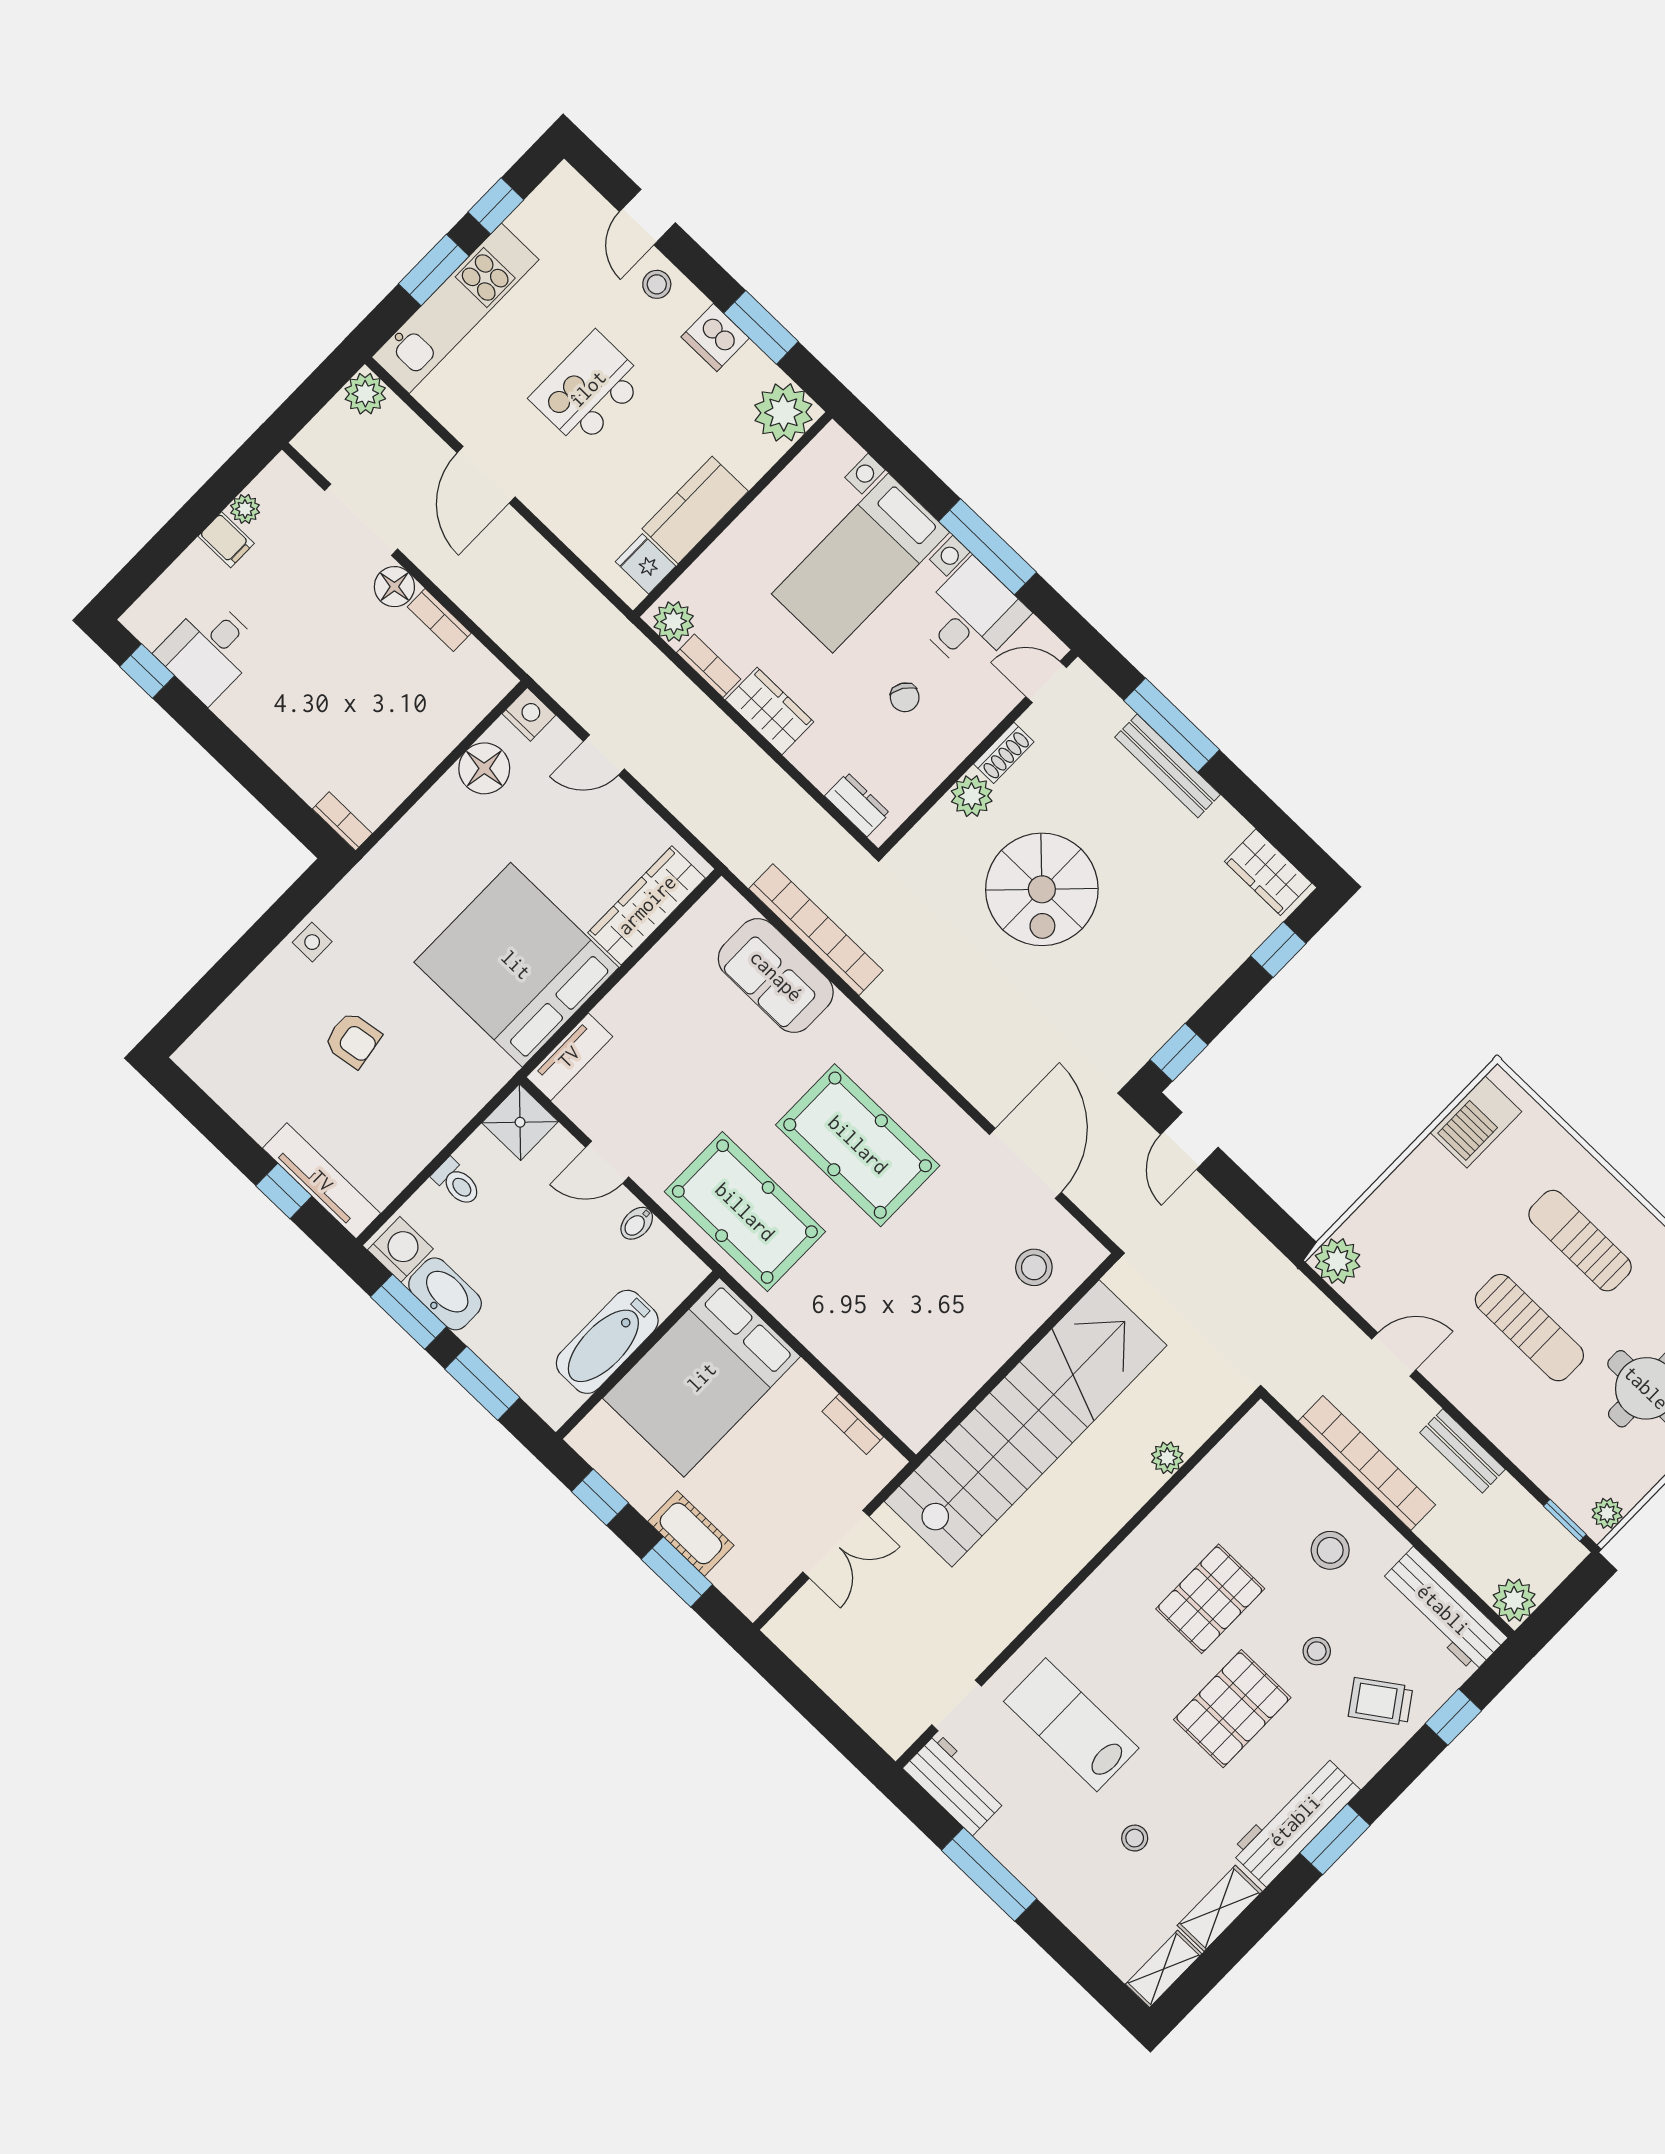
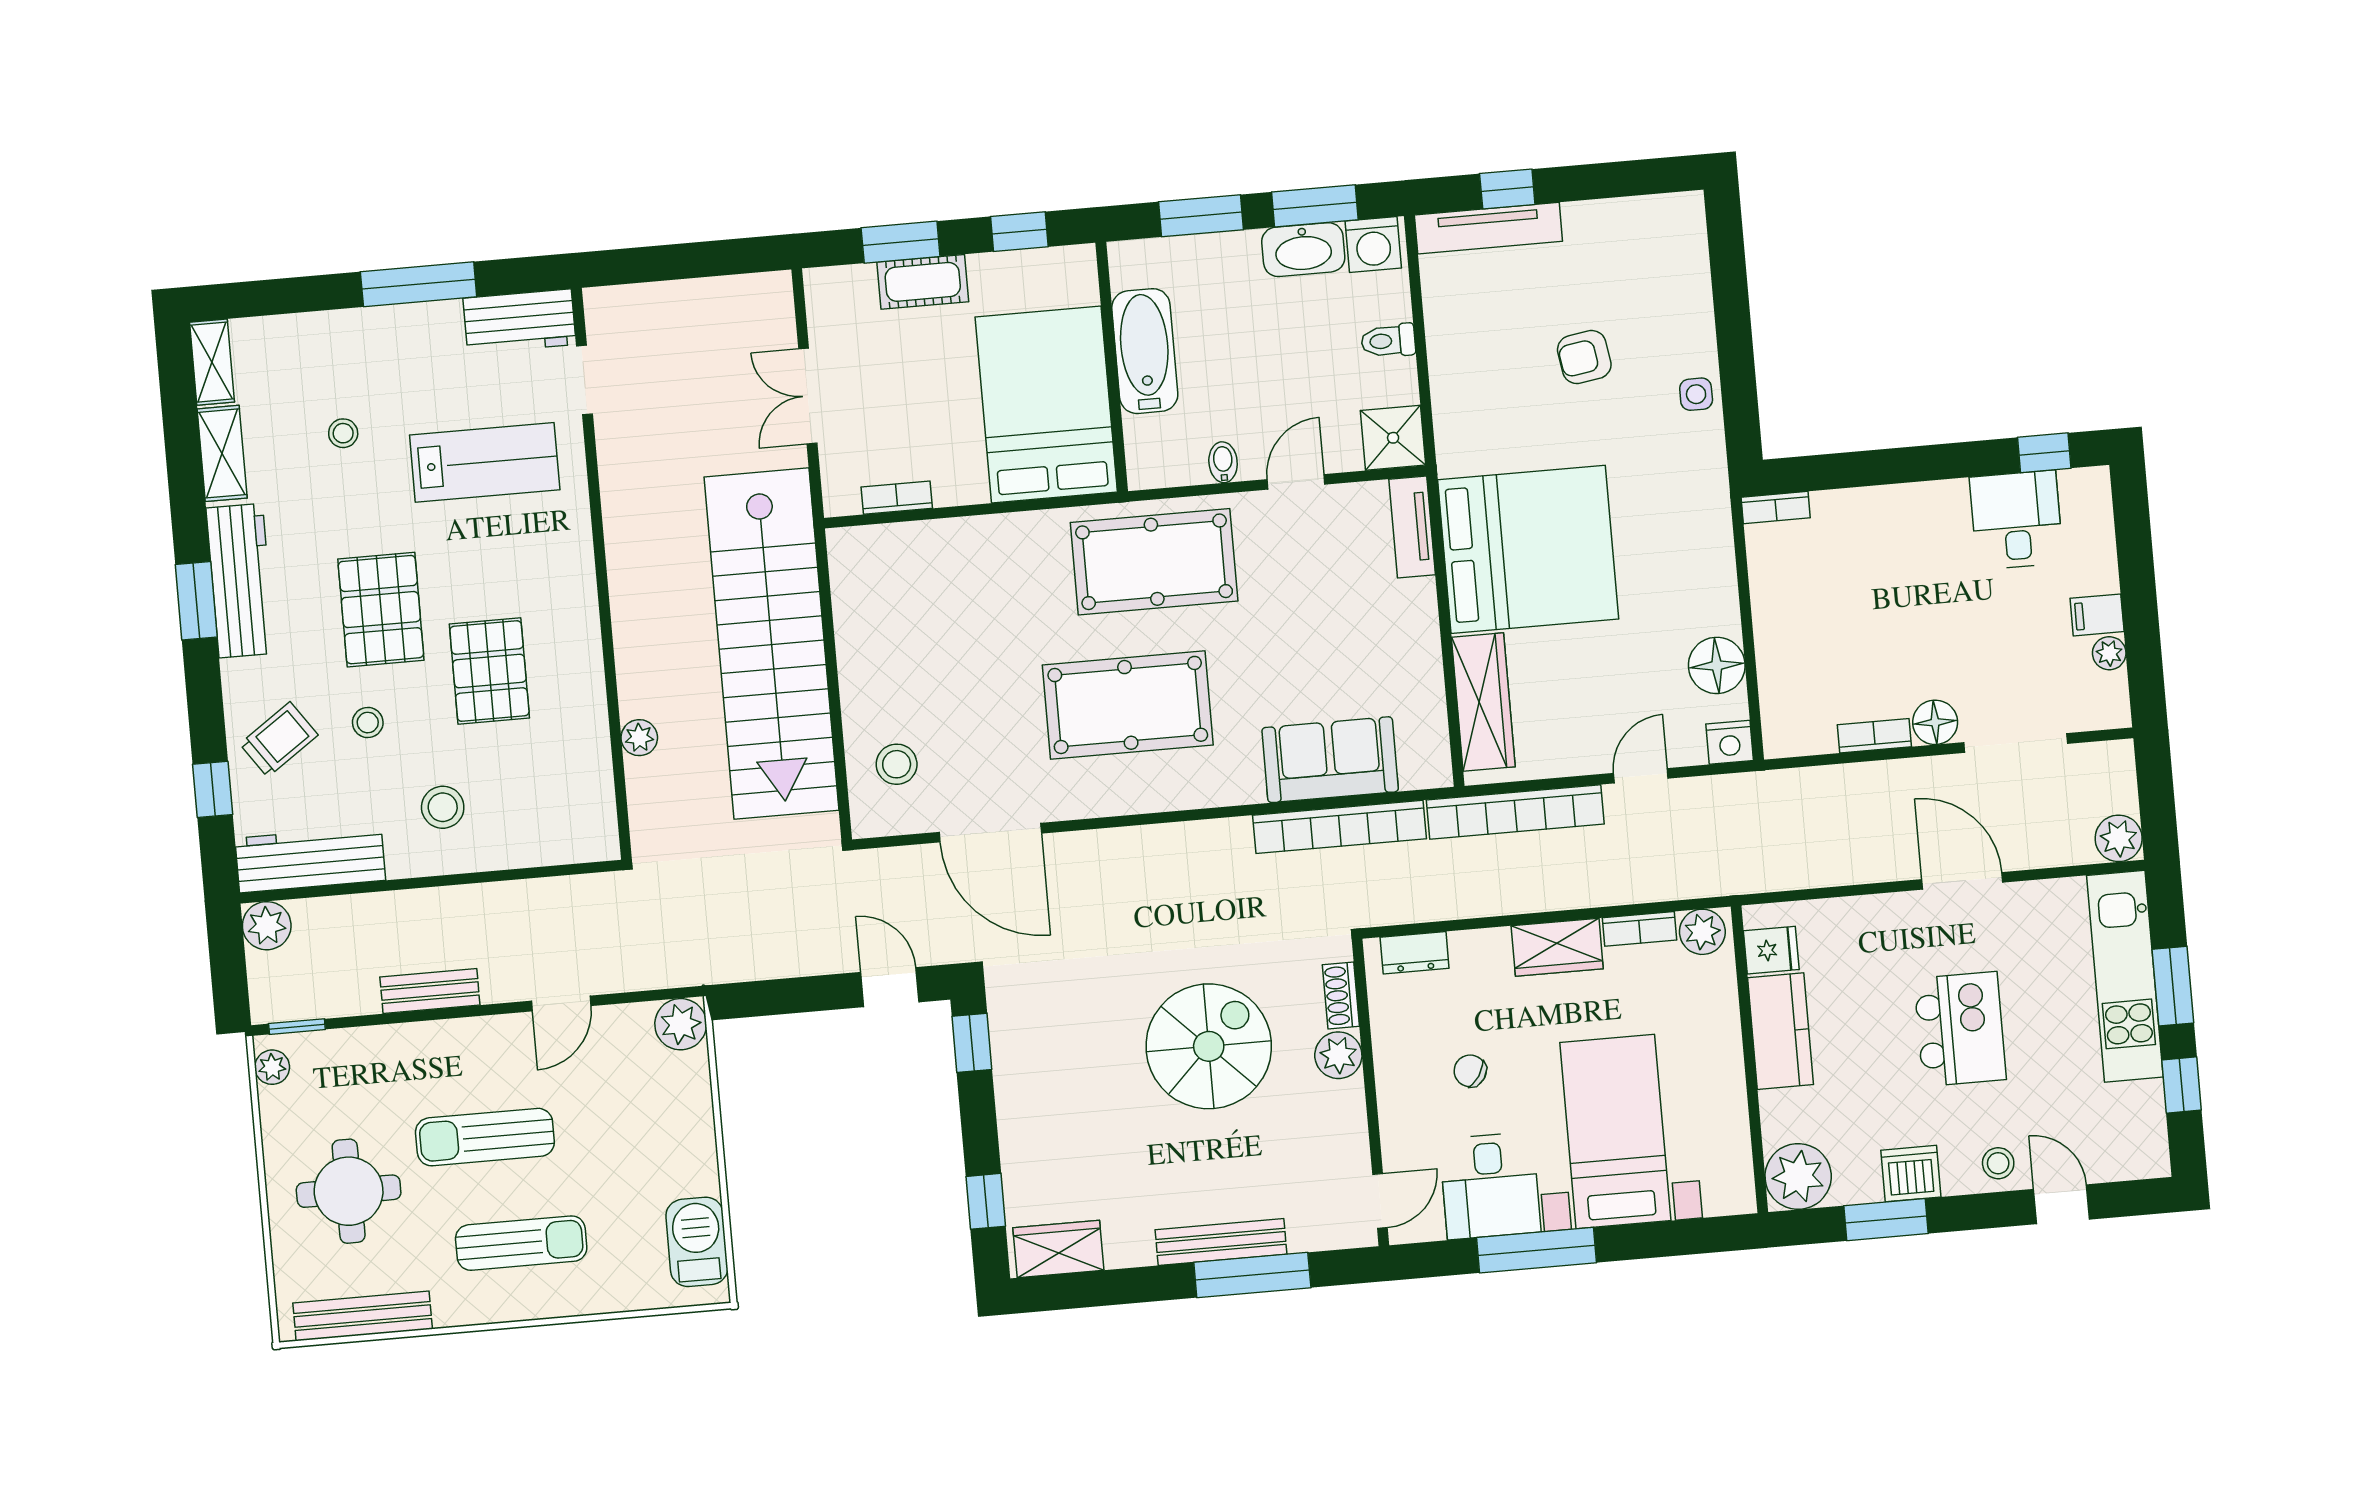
shoe rack: (1004, 753) -> (1341, 995), moved
spiral stairs: (1042, 889) -> (1209, 1046), turned 90
bookcase: (1367, 1463) -> (1515, 812), moved

